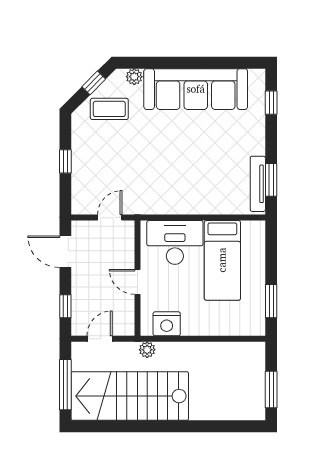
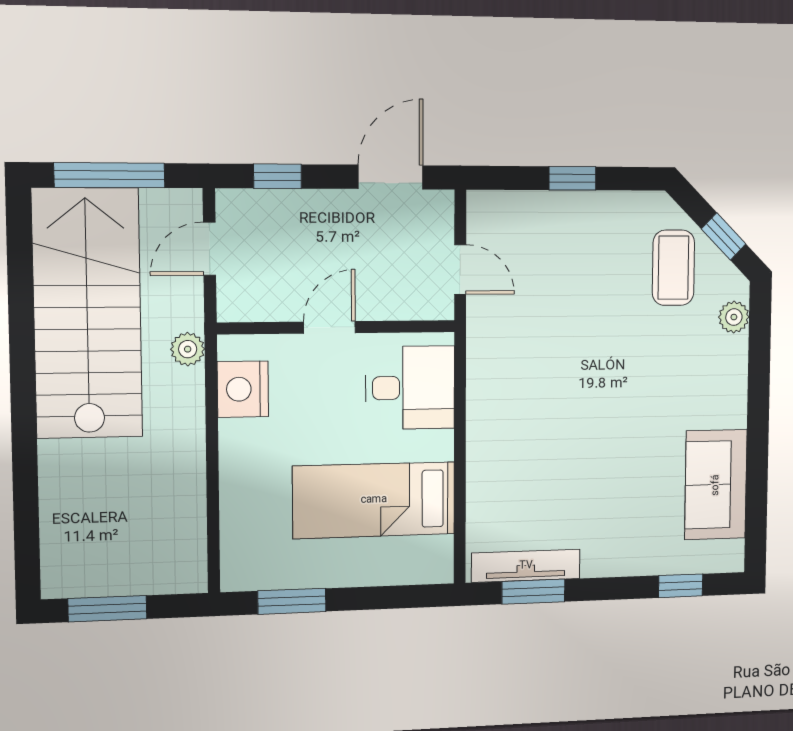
sofa: (196, 89) -> (716, 485), width x0.54, depth x0.79
desk: (175, 242) -> (410, 388), width x0.73
door: (100, 339) -> (210, 249), swing flipped

